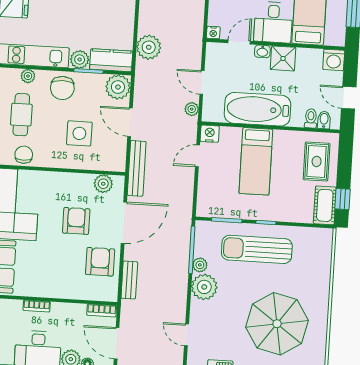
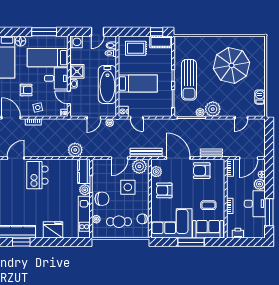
plant: (118, 87) -> (139, 166), moved
armchair: (76, 221) -> (164, 190), moved
coffee table: (40, 270) -> (208, 205), added

